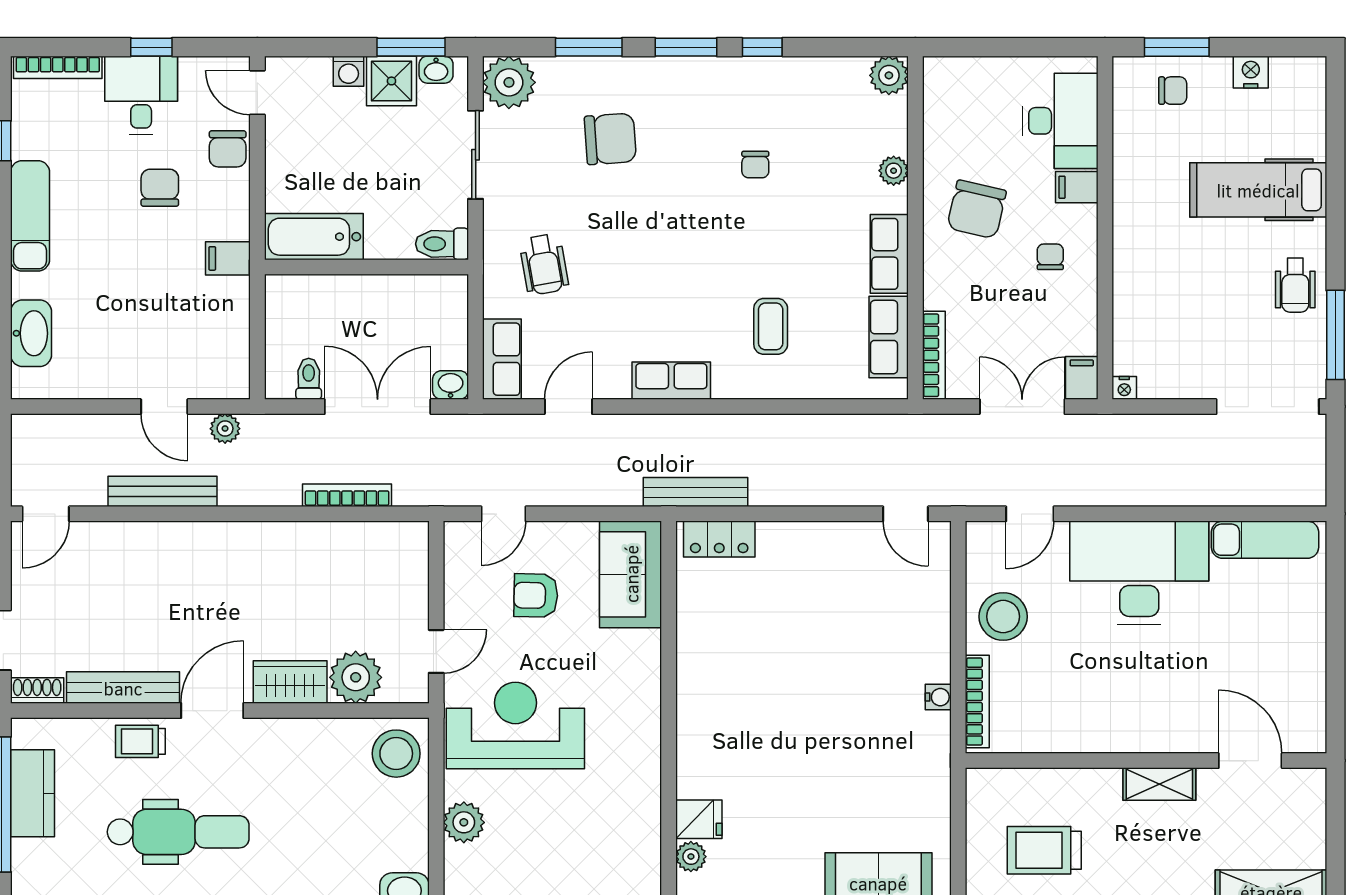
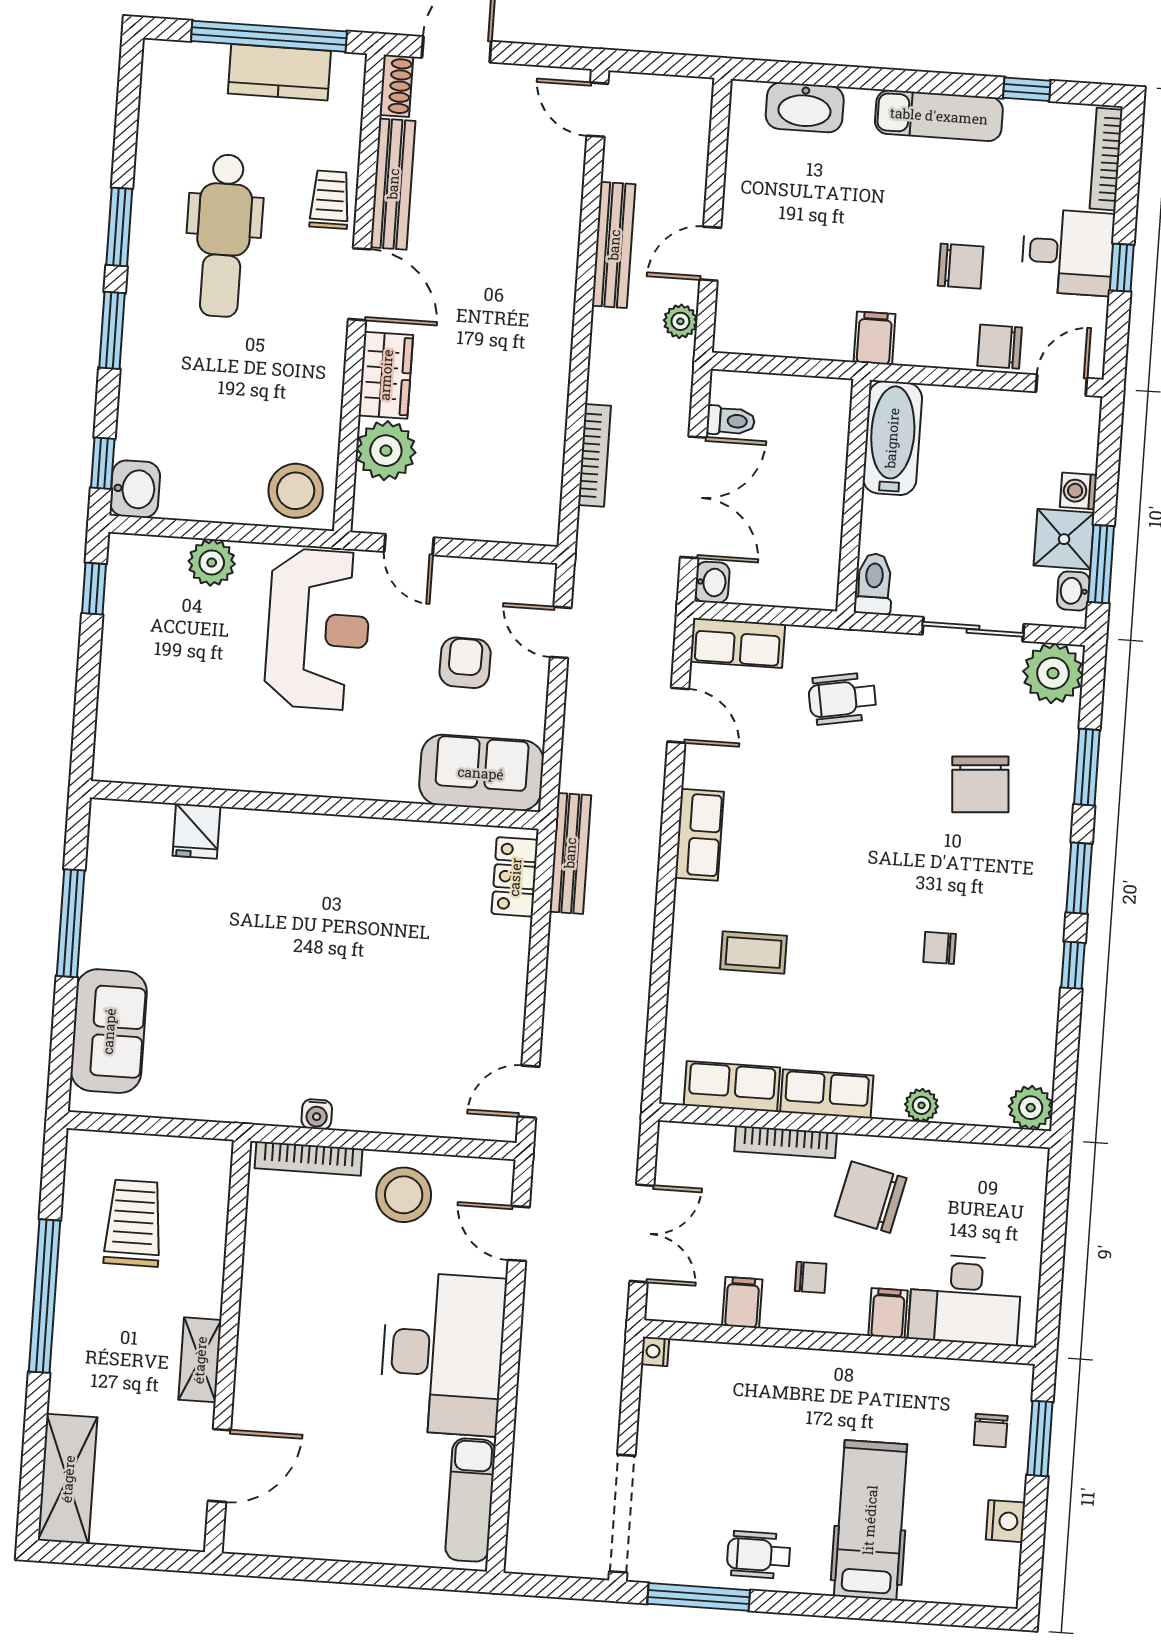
bookcase: (934, 355) -> (786, 1142), moved
filing cabinet: (1082, 378) -> (742, 1302), moved, turned -90
plant: (691, 857) -> (154, 819), removed

